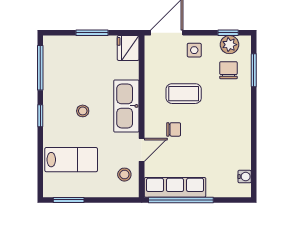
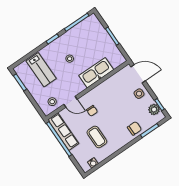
fridge: (128, 48) -> (117, 60), removed
chair: (228, 70) -> (134, 128), moved
coffee table: (184, 94) -> (97, 137), moved
kitchen sink: (126, 106) -> (96, 73), moved

